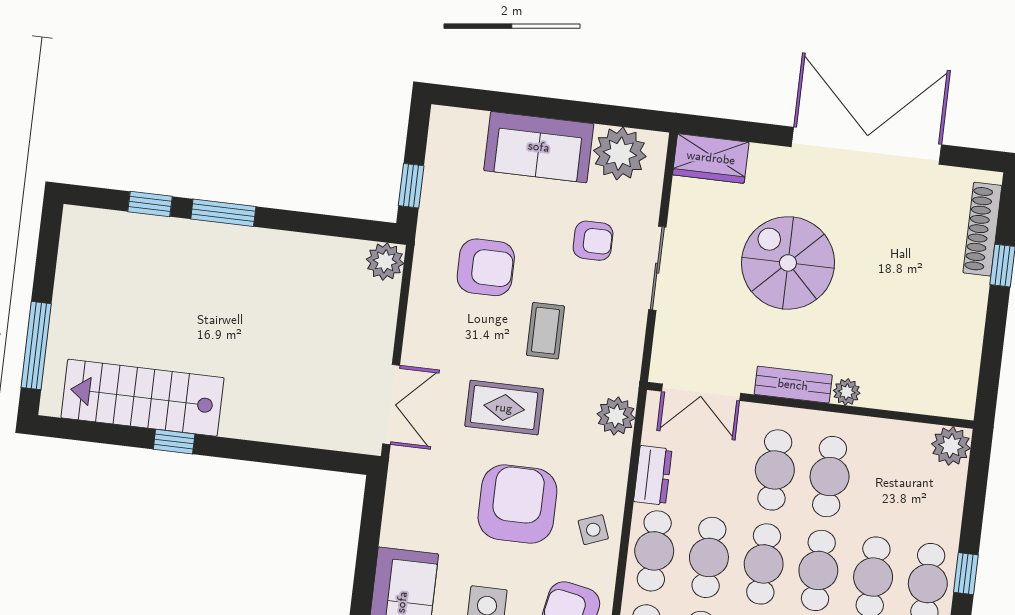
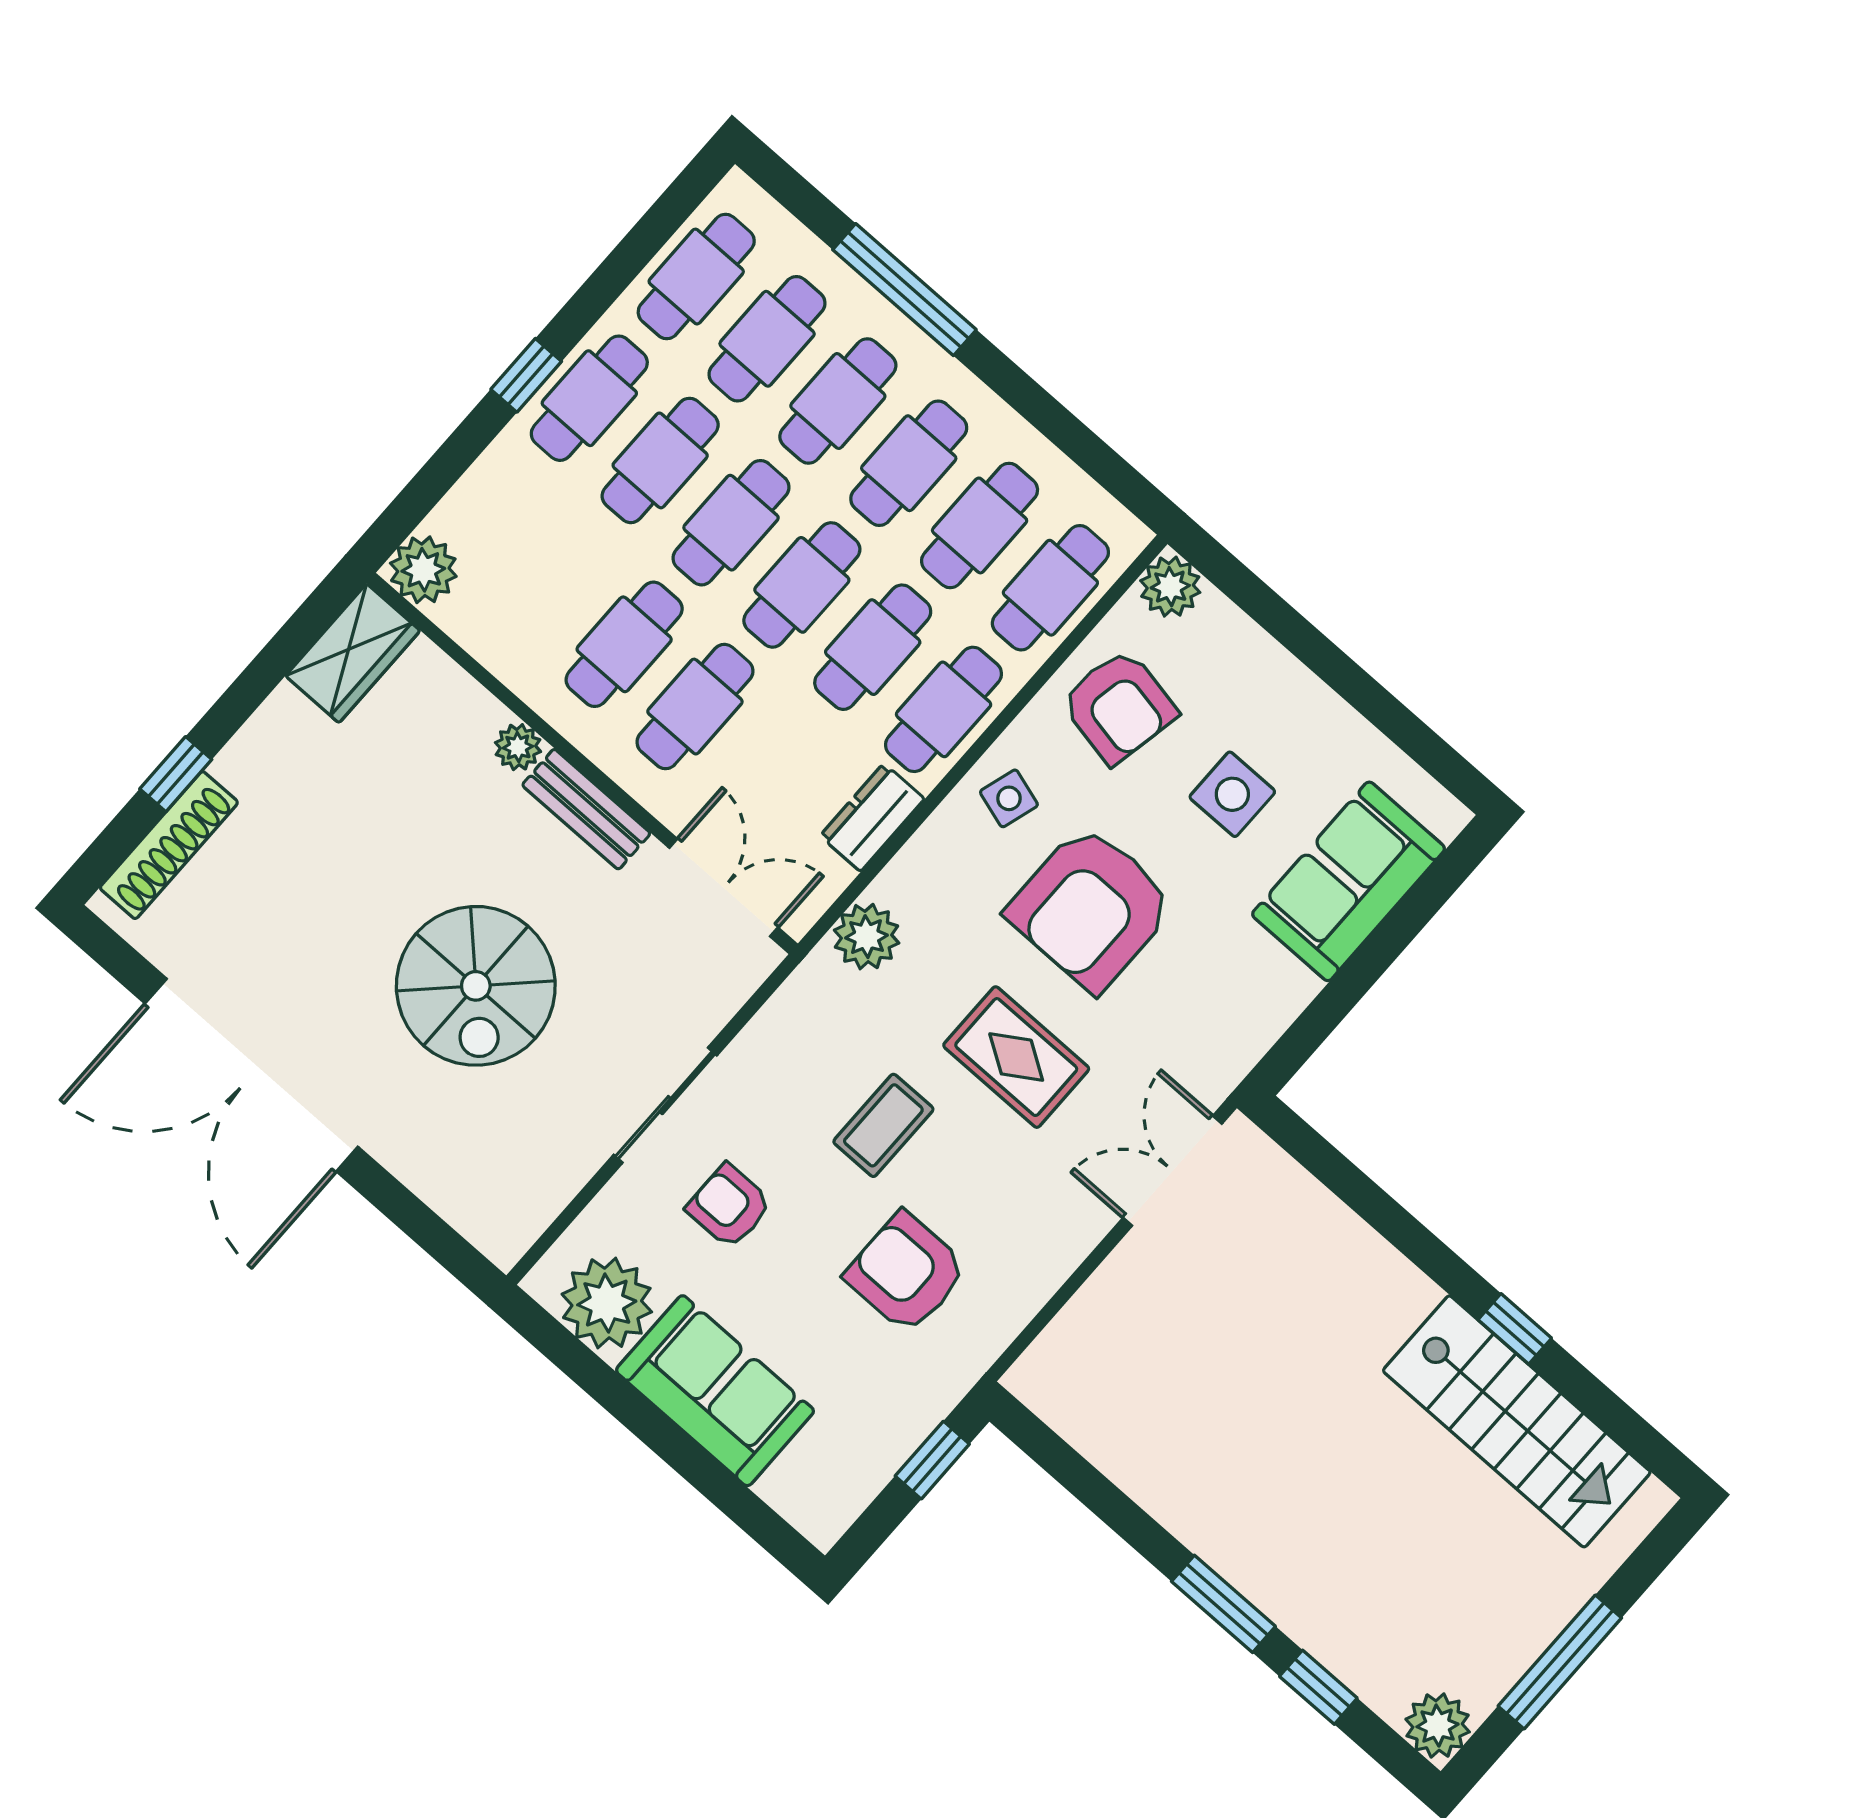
wardrobe: (711, 158) -> (353, 653), moved, turned 90
plant: (385, 261) -> (1438, 1726), moved
window: (36, 346) -> (1560, 1662), moved
side table: (593, 530) -> (1009, 798), turned 38

